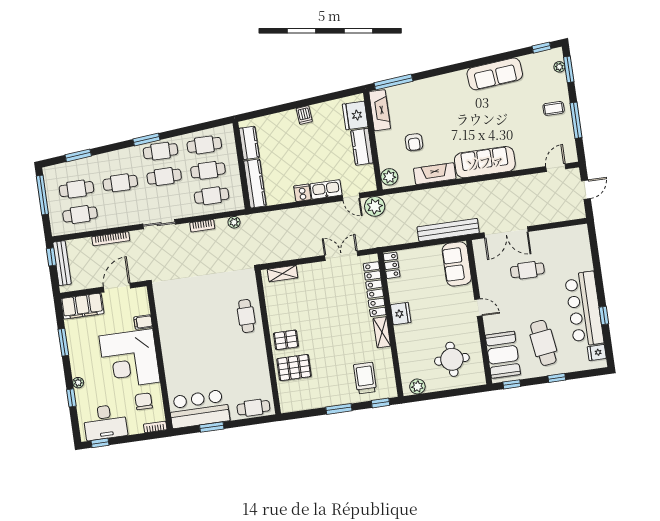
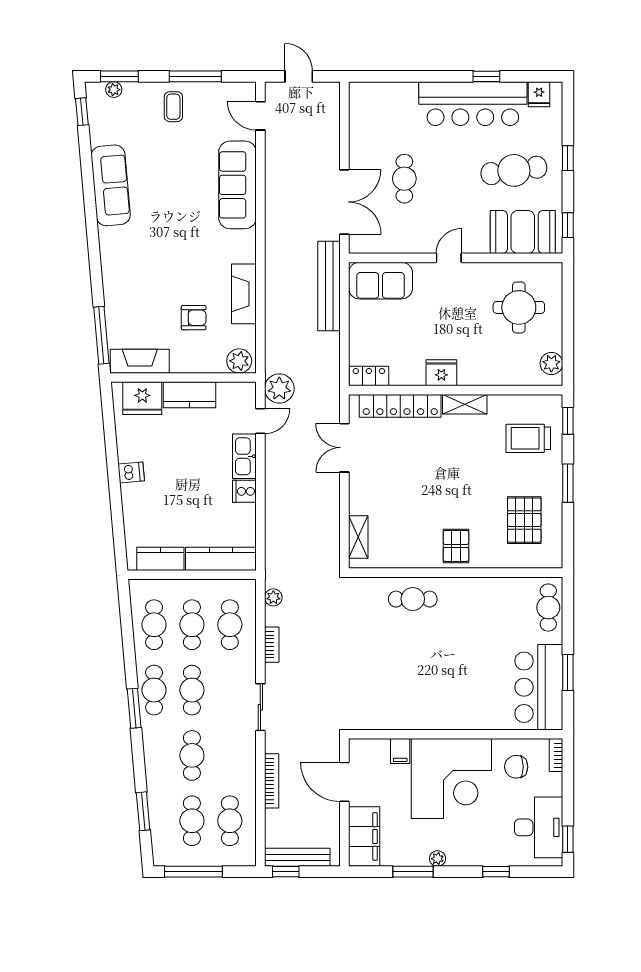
sofa: (485, 162) -> (238, 185), moved
pallet: (294, 368) -> (524, 520), moved
plant: (78, 383) -> (438, 859), moved

